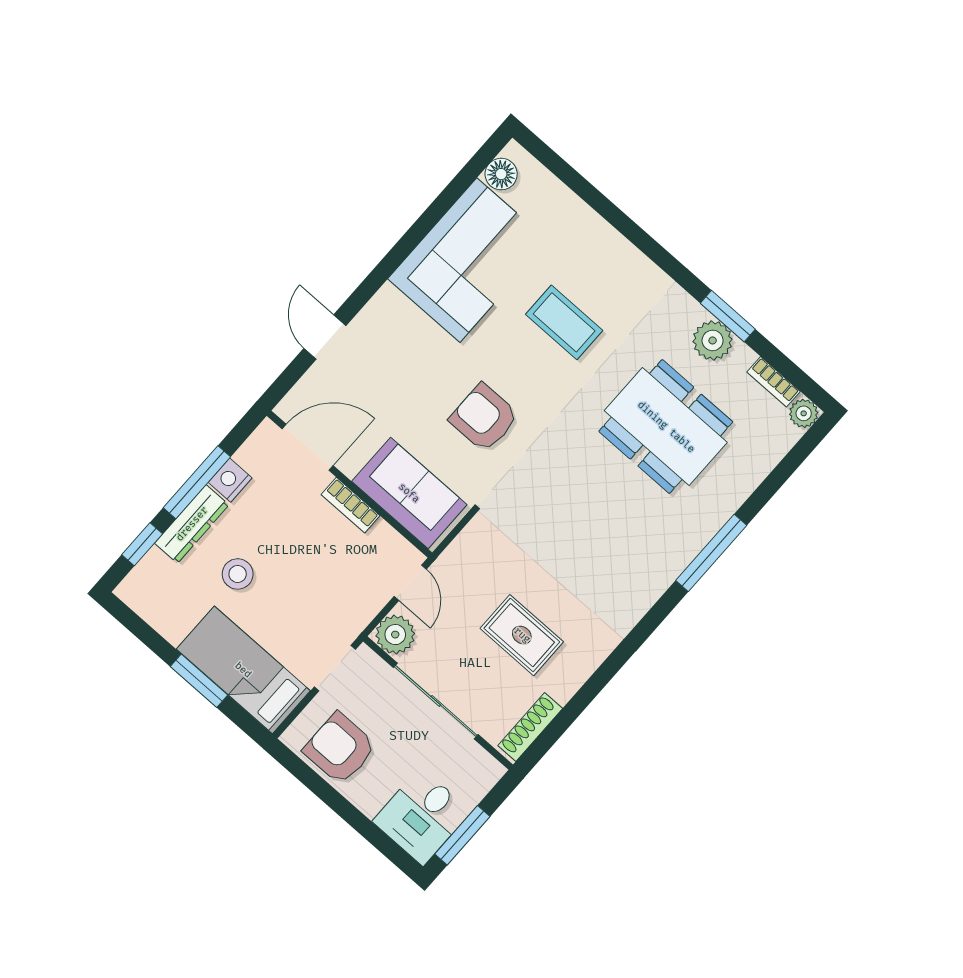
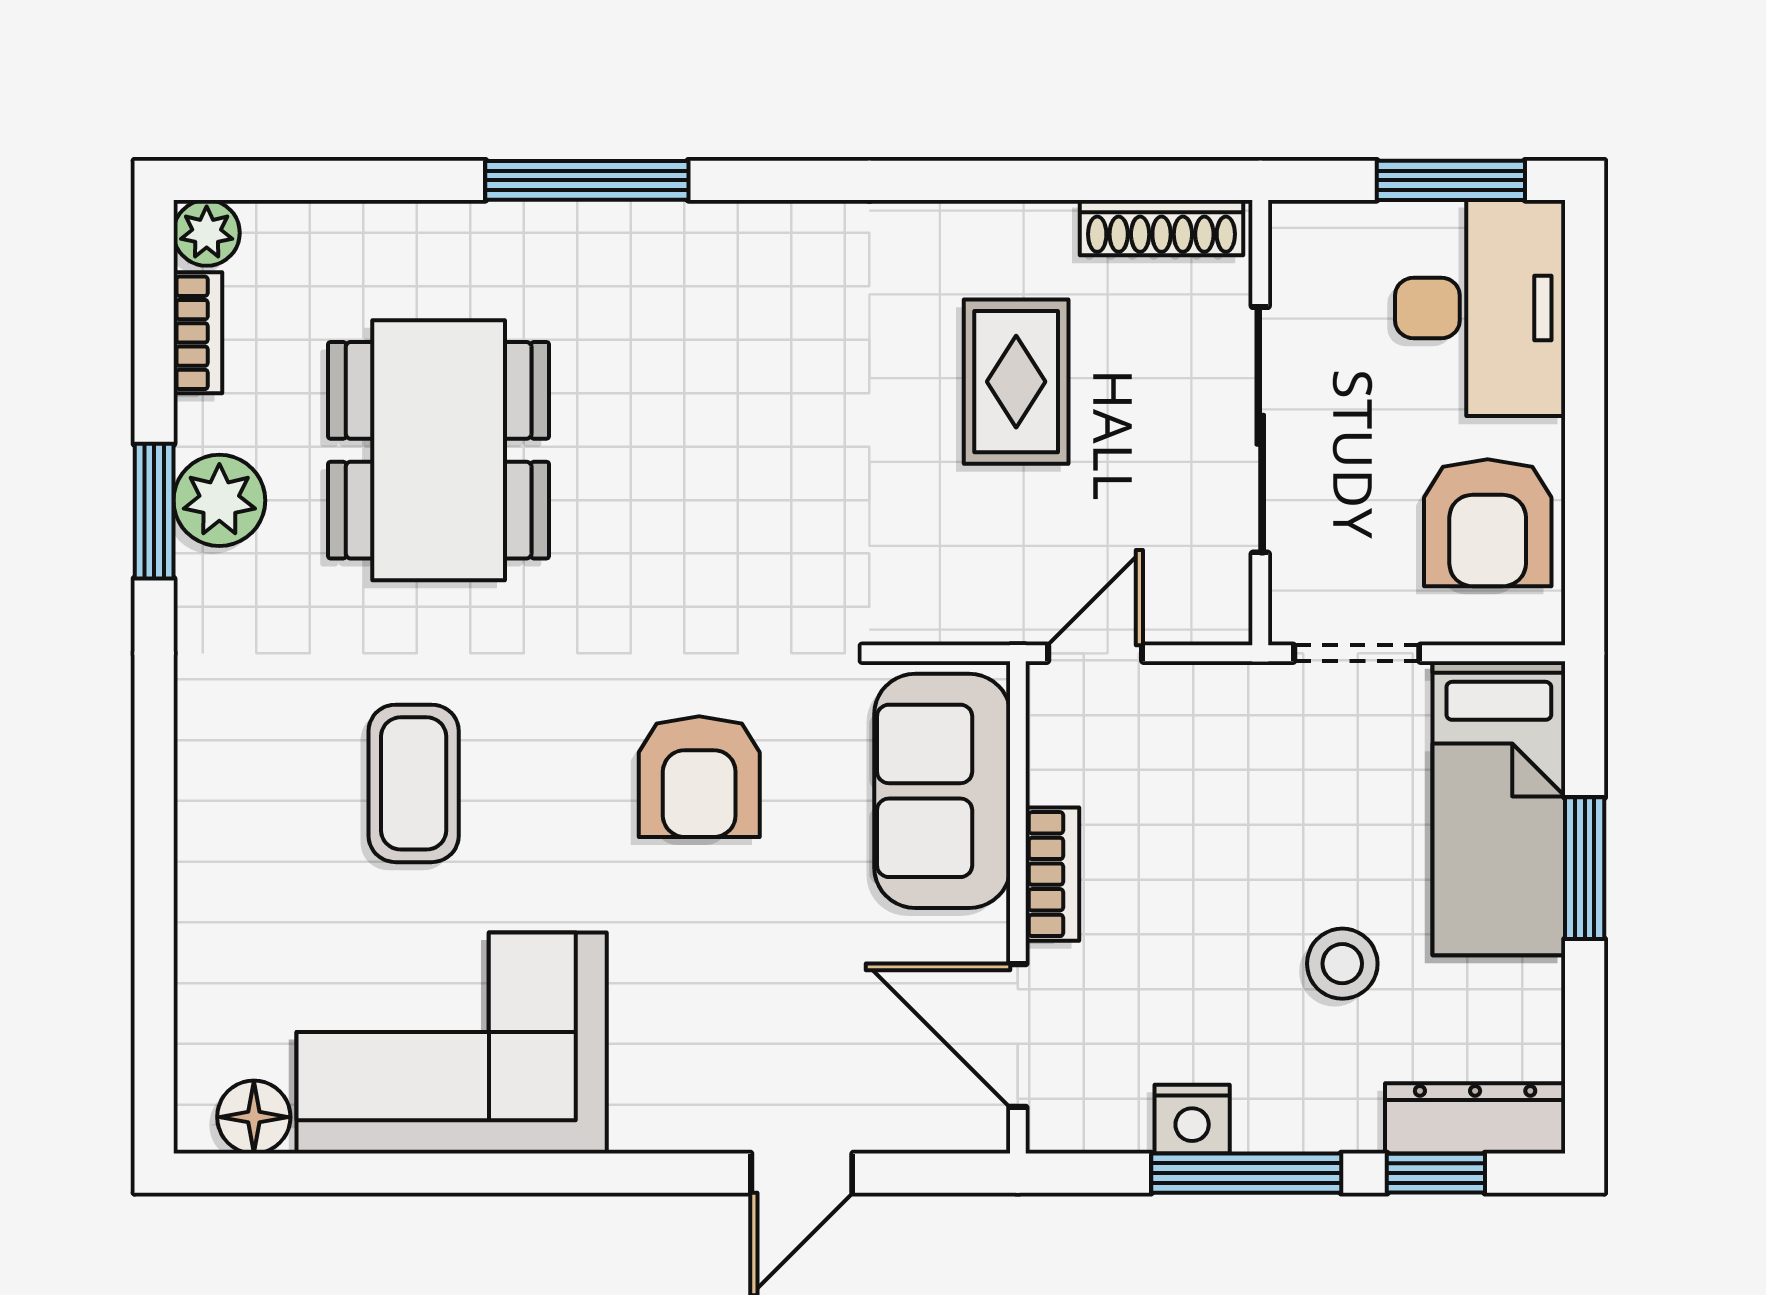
dresser: (192, 524) -> (1475, 1118), moved
plant: (395, 635) -> (1207, 600), removed
desk: (422, 816) -> (1480, 308), width x1.37

